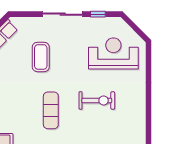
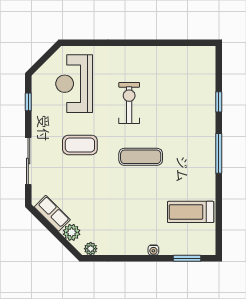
sliding door: (63, 14) -> (28, 161), moved
coffee table: (41, 57) -> (80, 145), moved

